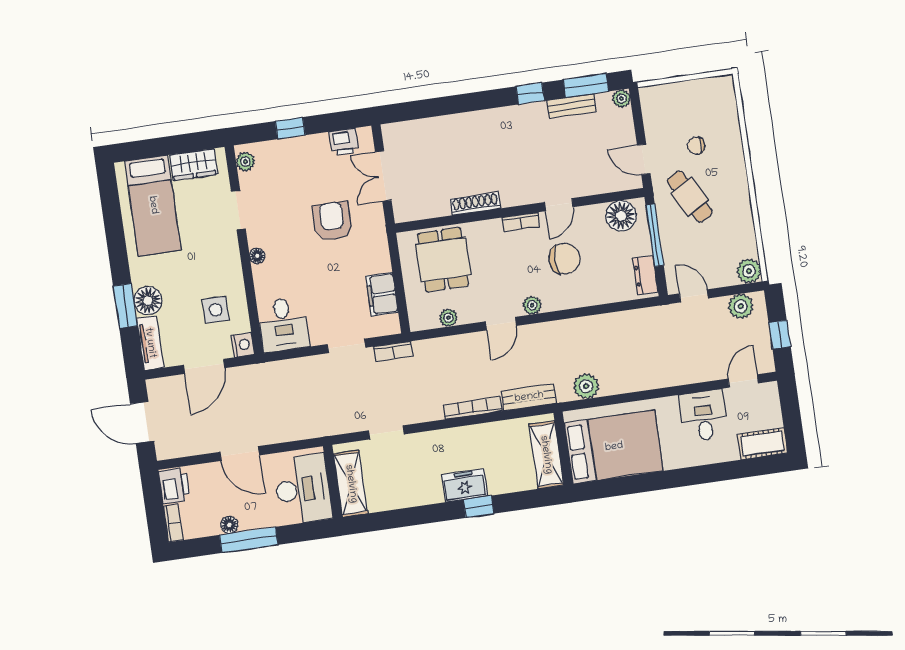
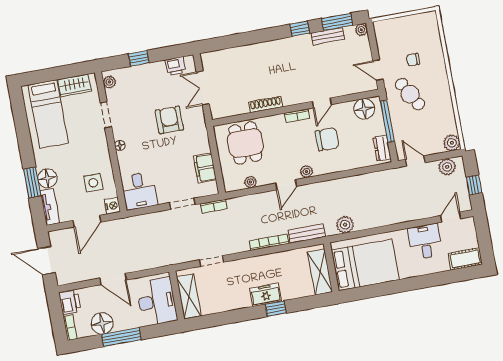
floor lamp: (229, 525) -> (102, 323), width x1.89, depth x1.89

